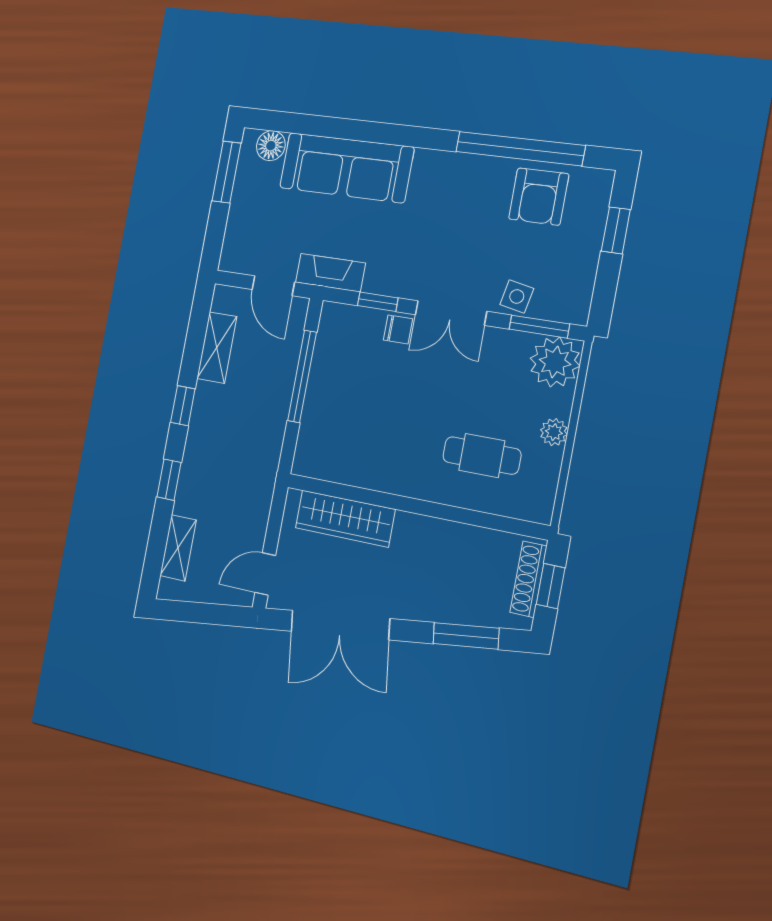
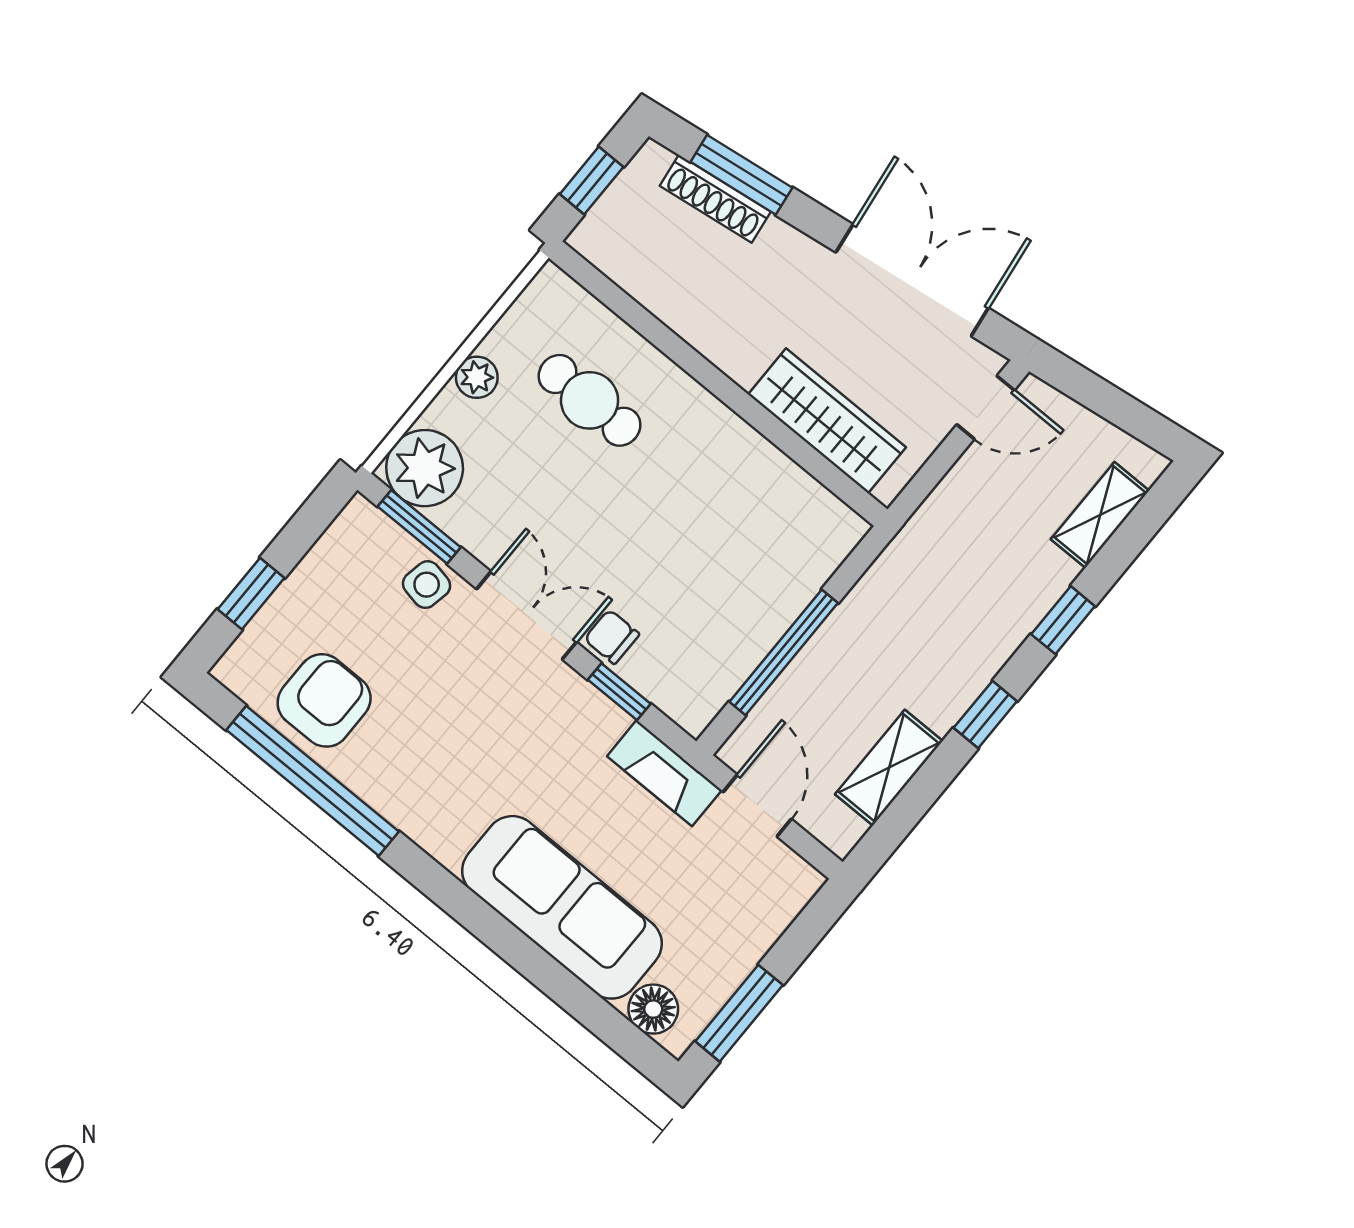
shoe rack: (529, 579) -> (715, 199), moved, turned 82

